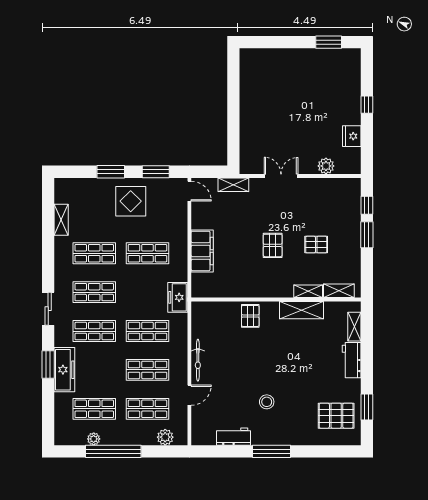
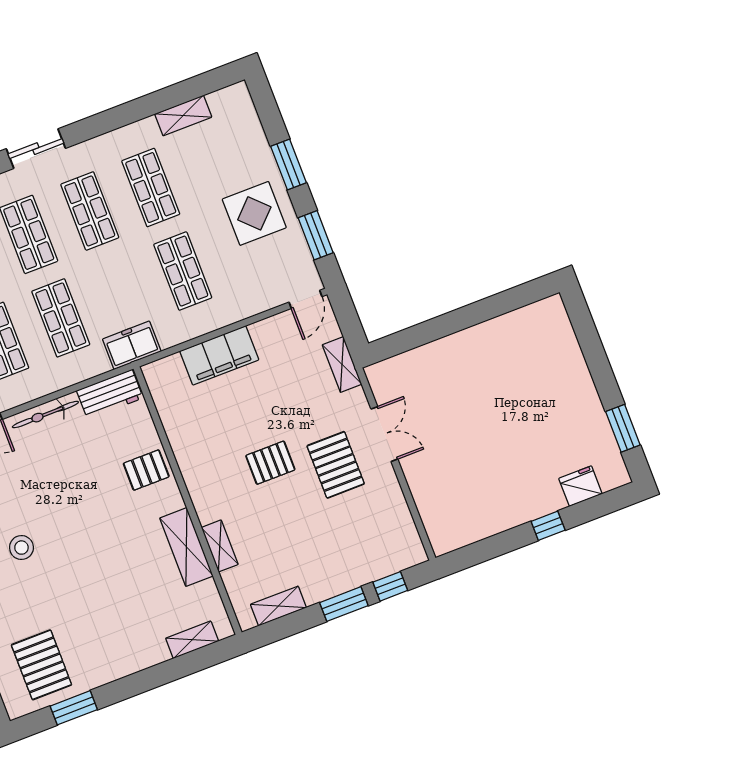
fridge: (352, 136) -> (580, 486), moved
plant: (326, 166) -> (427, 499), removed
pallet: (316, 245) -> (336, 465), moved, width x1.50, depth x1.42
shelving: (339, 291) -> (278, 606), moved, turned 90
workbench: (352, 360) -> (110, 394), moved, turned 180

